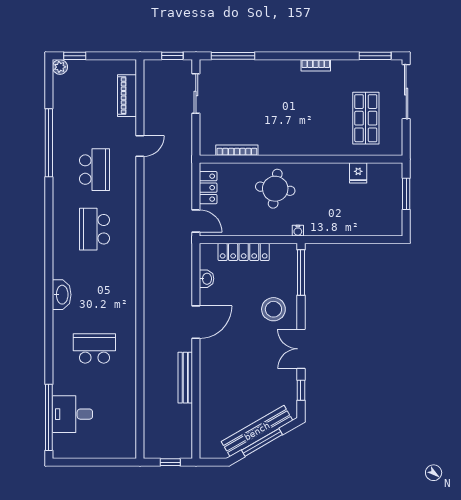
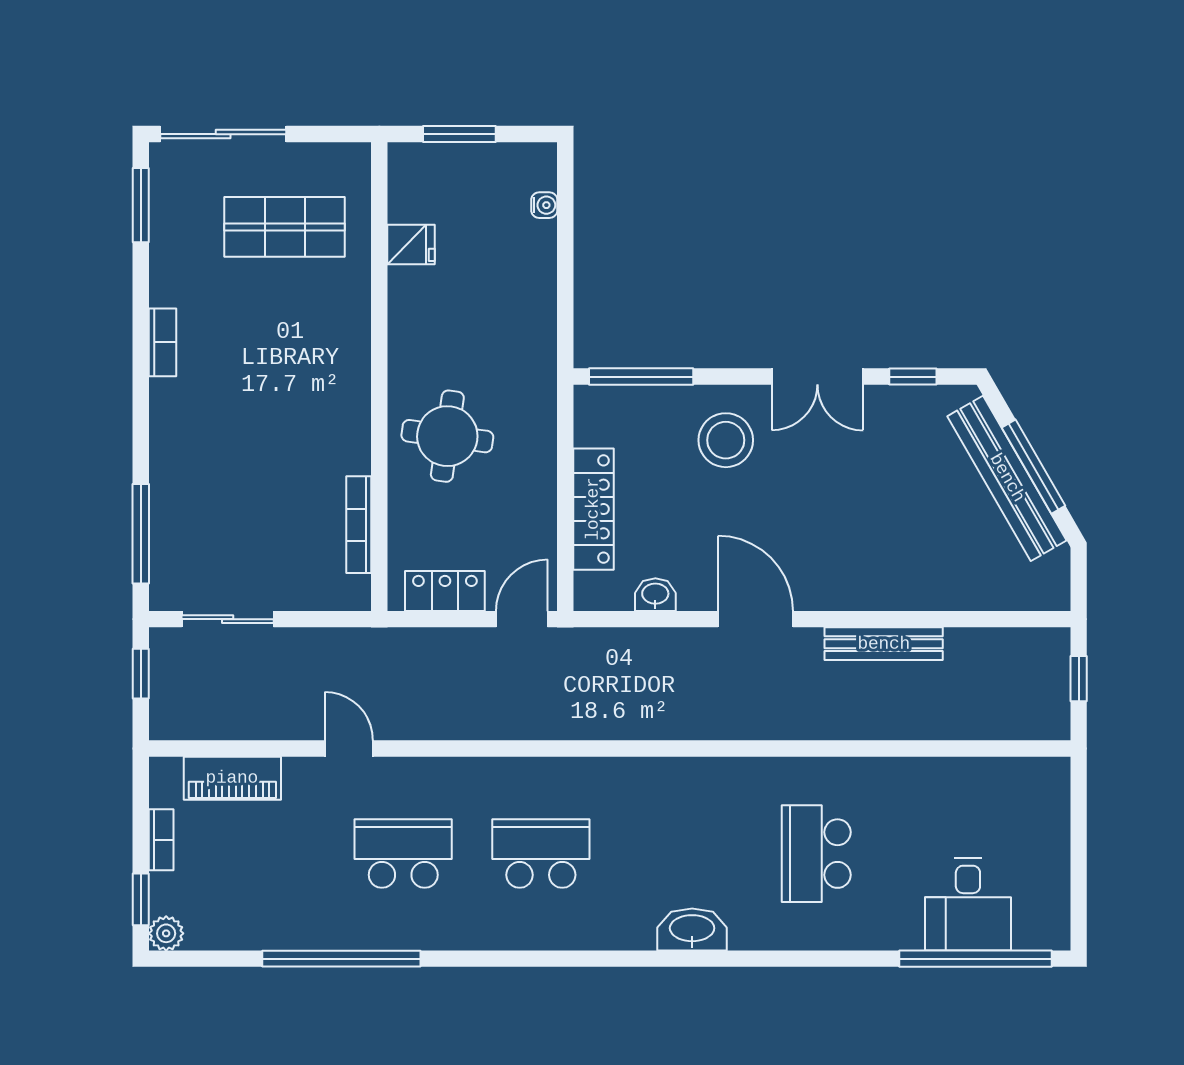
bookcase: (100, 65) -> (161, 840), added
school desk: (94, 229) -> (541, 854), turned 180
water cooler: (298, 231) -> (544, 205), moved

